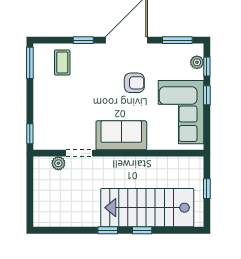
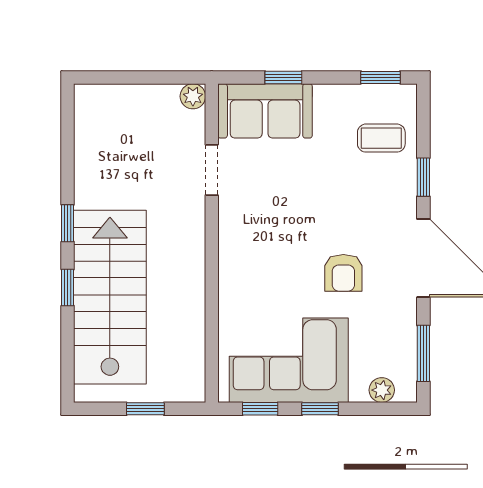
window: (30, 63) -> (381, 77), width x0.67
window: (207, 67) -> (260, 409), moved
window: (30, 134) -> (283, 77), moved
sofa: (121, 135) -> (265, 111), moved, turned 90
plant: (58, 163) -> (193, 96), moved

